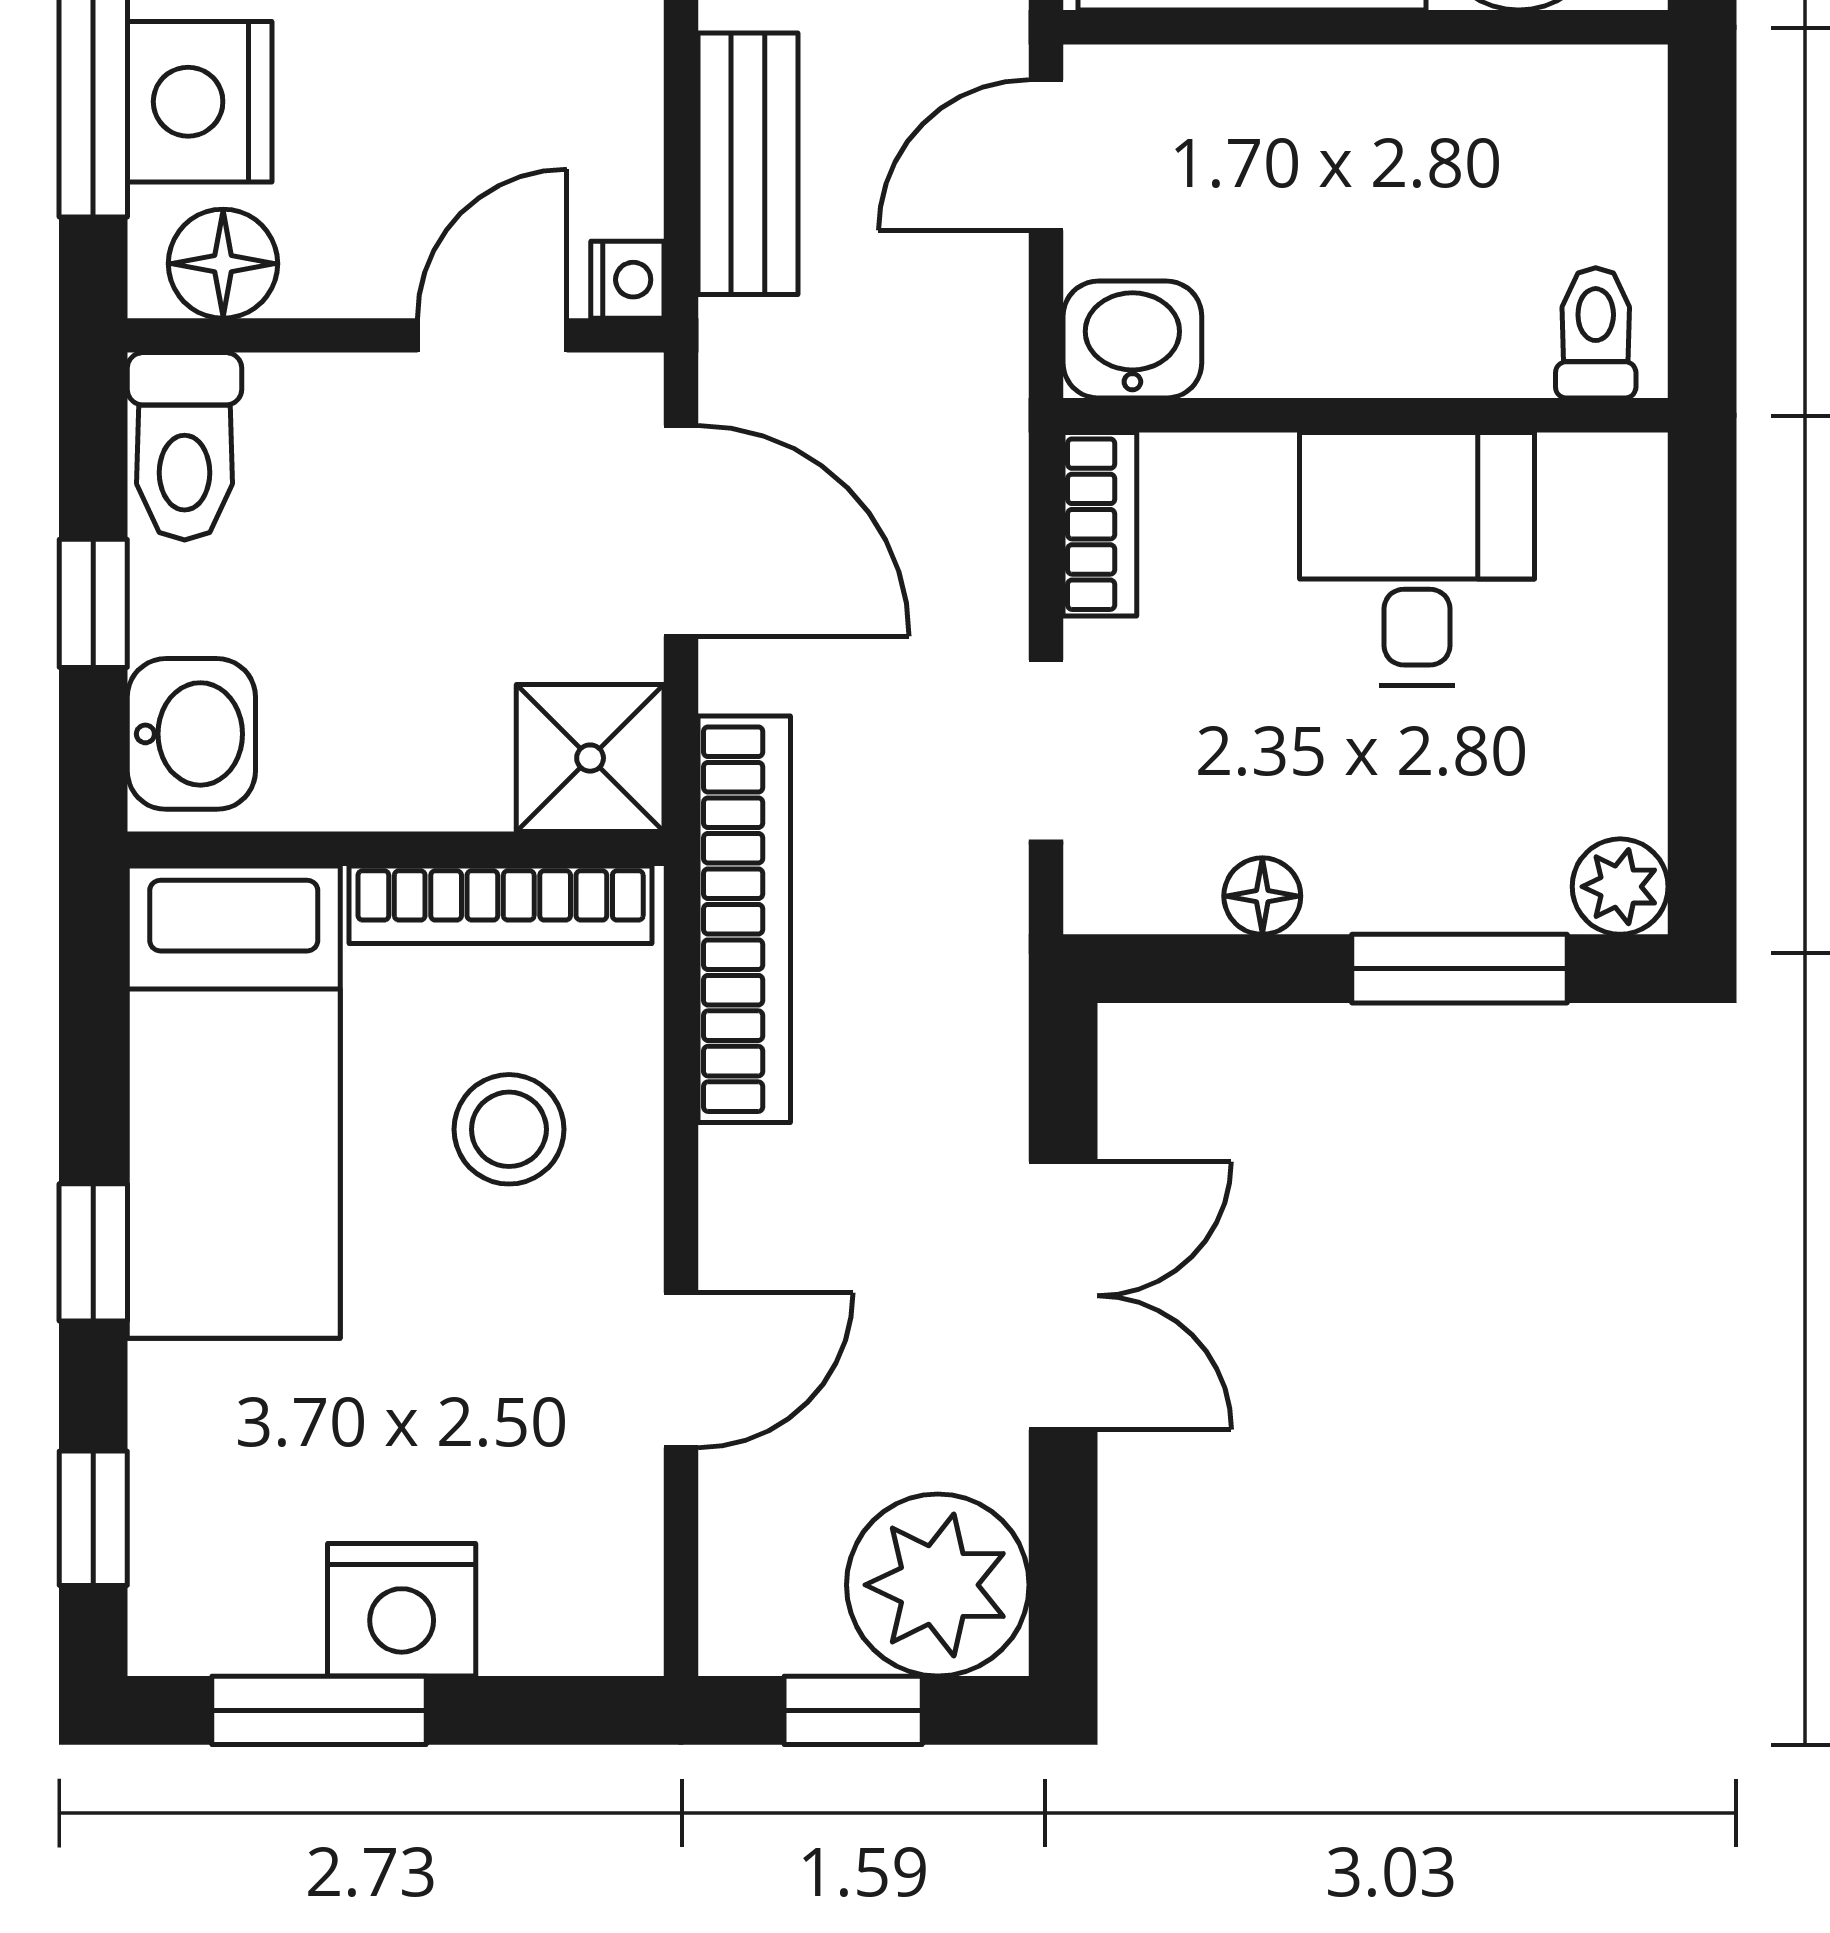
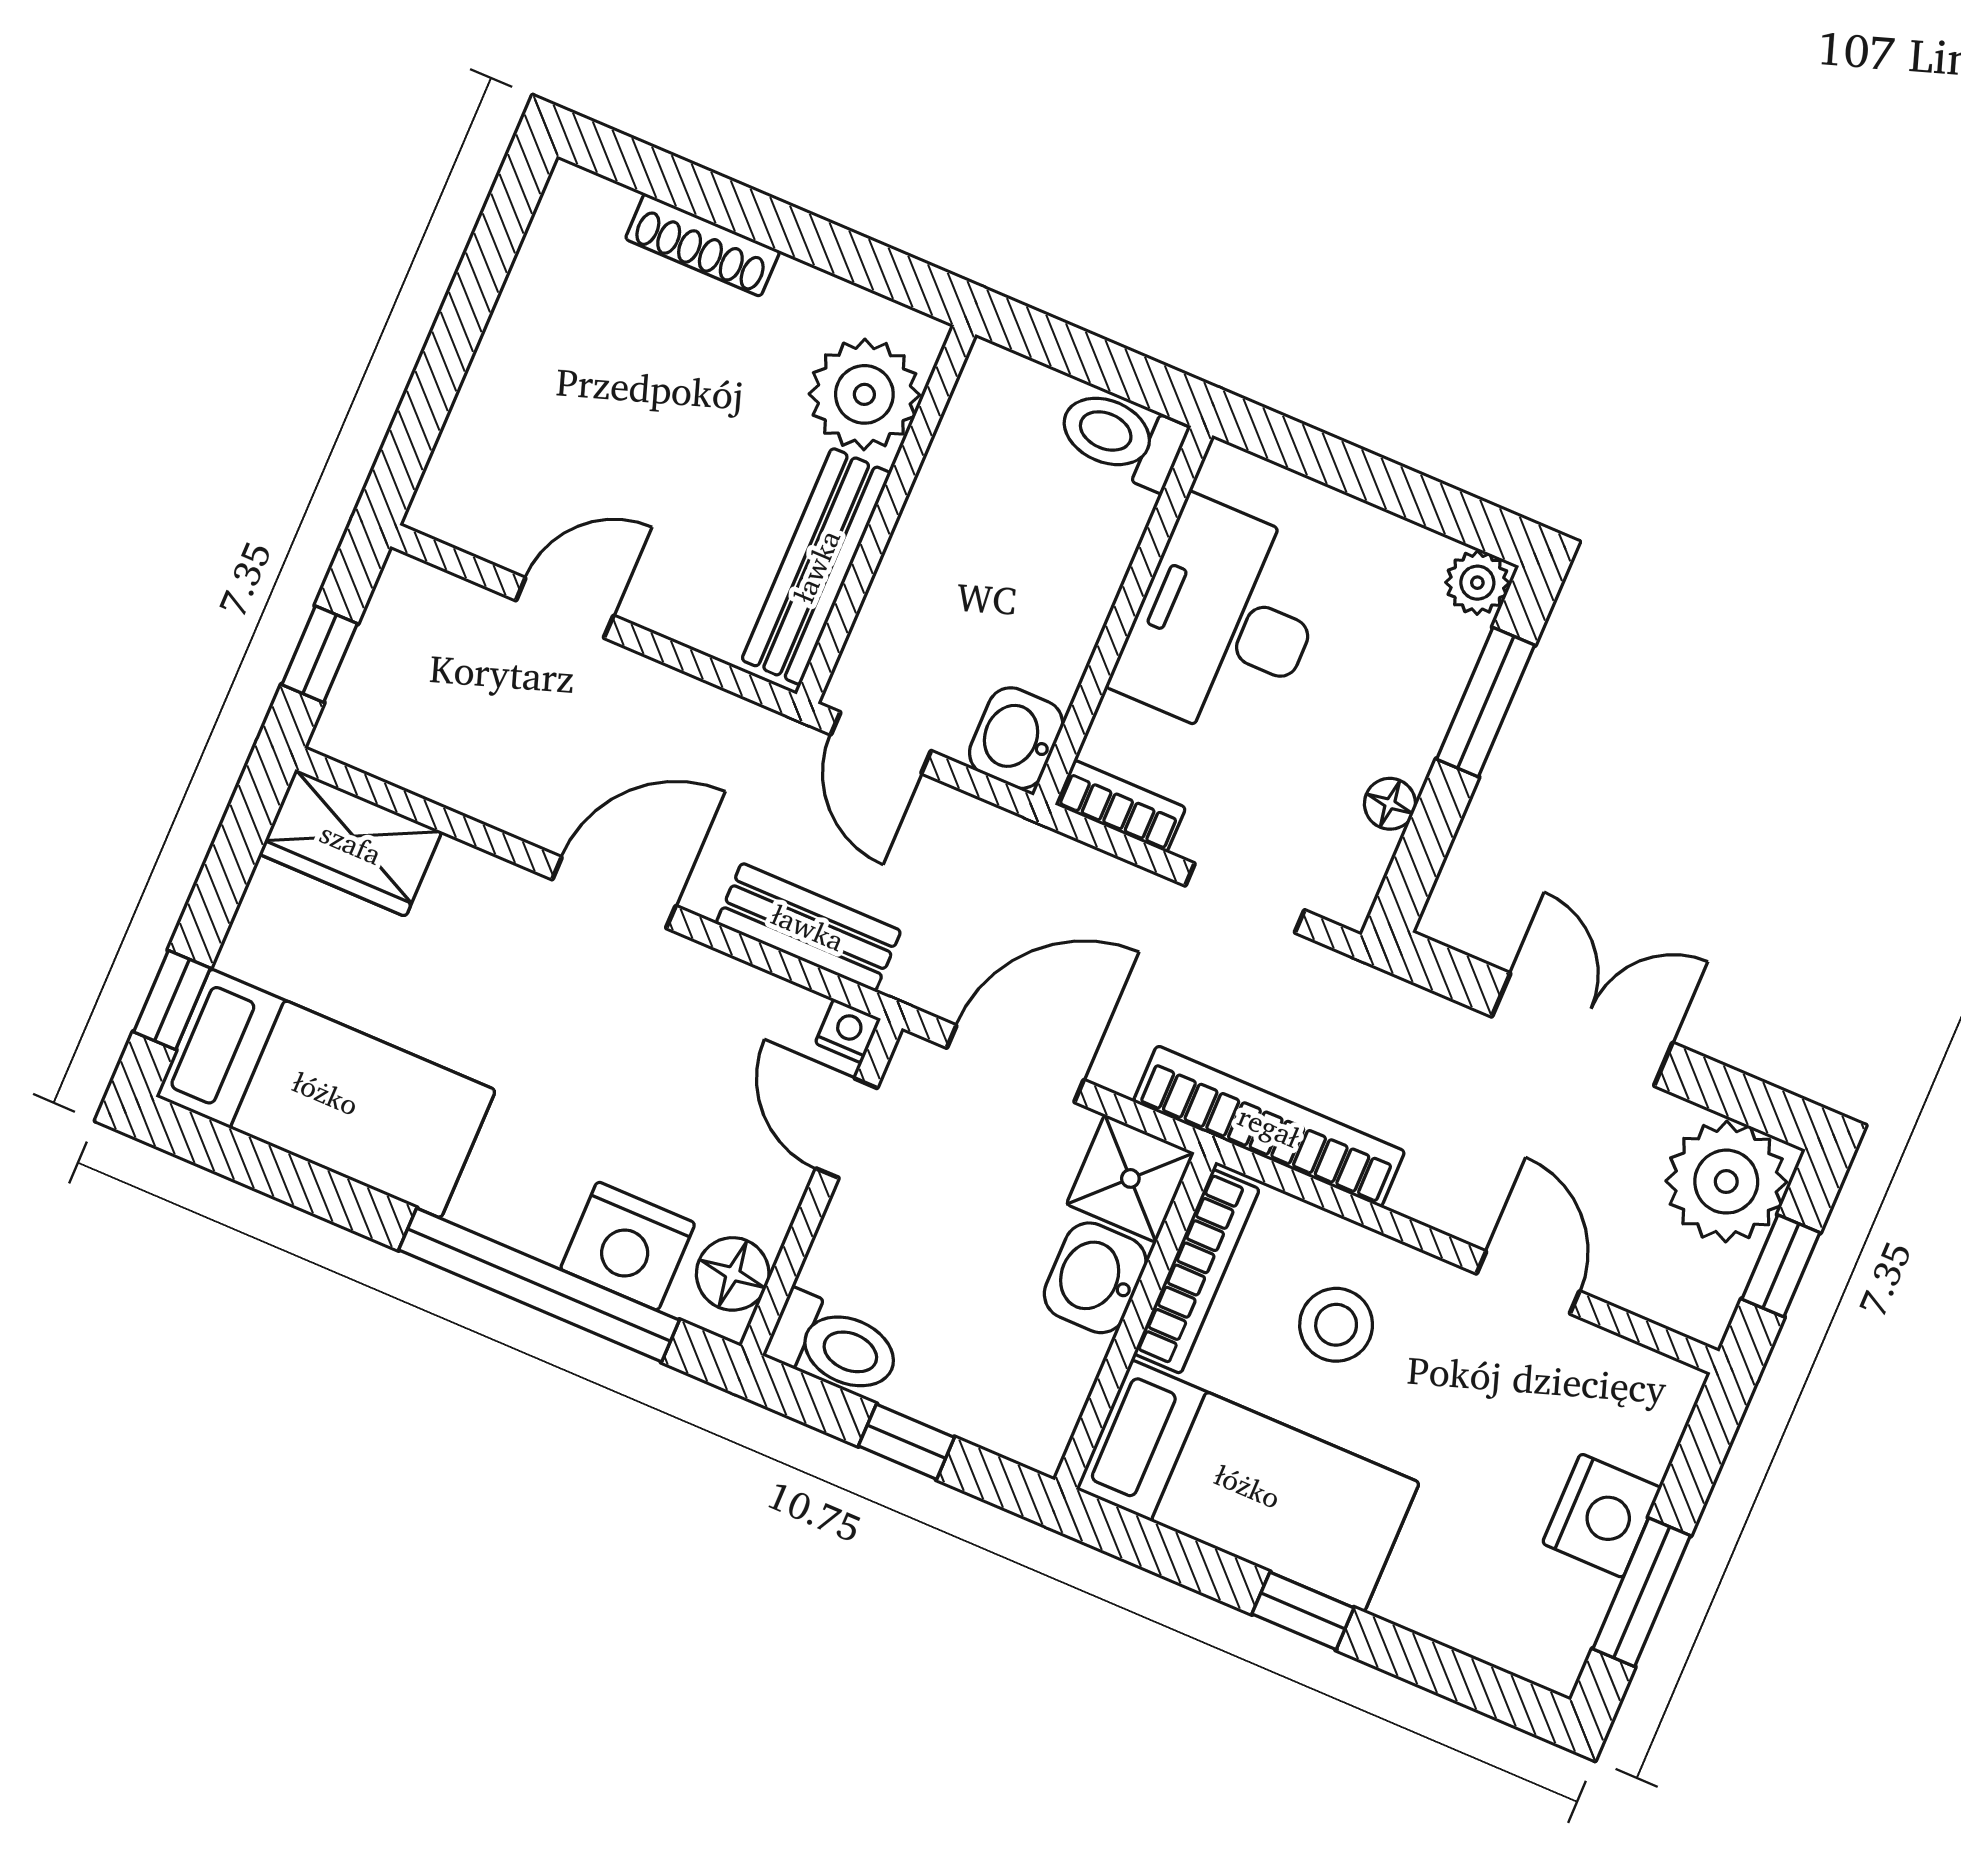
toilet: (1596, 333) -> (1121, 438), width x1.37, depth x1.39
desk: (1417, 559) -> (1224, 621), width x1.37
washbasin: (191, 734) -> (1095, 1278), moved, turned -90
window: (93, 1518) -> (1465, 1680), removed

